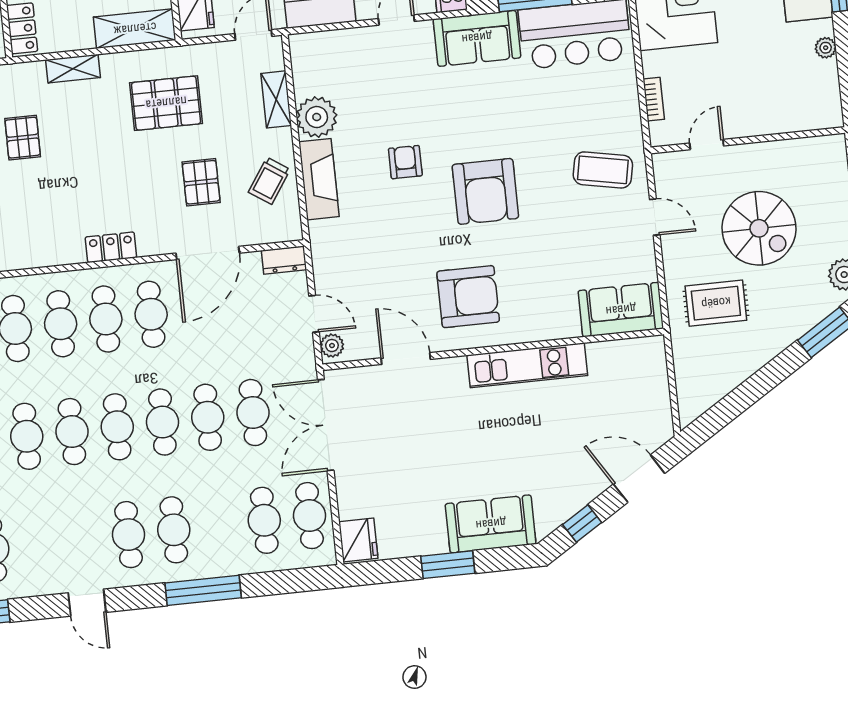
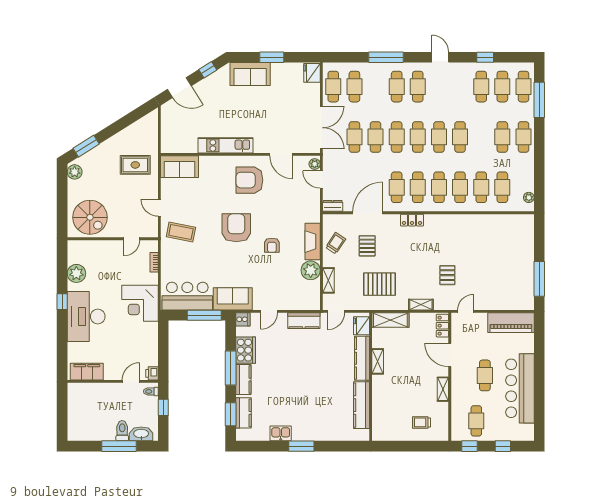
plant: (826, 48) -> (76, 273), width x1.87, depth x1.87
spiral stairs: (759, 228) -> (90, 217), moved, turned 180

